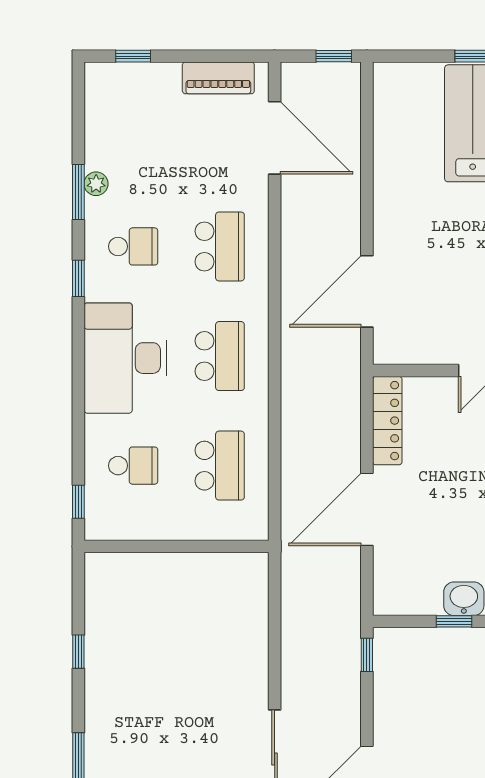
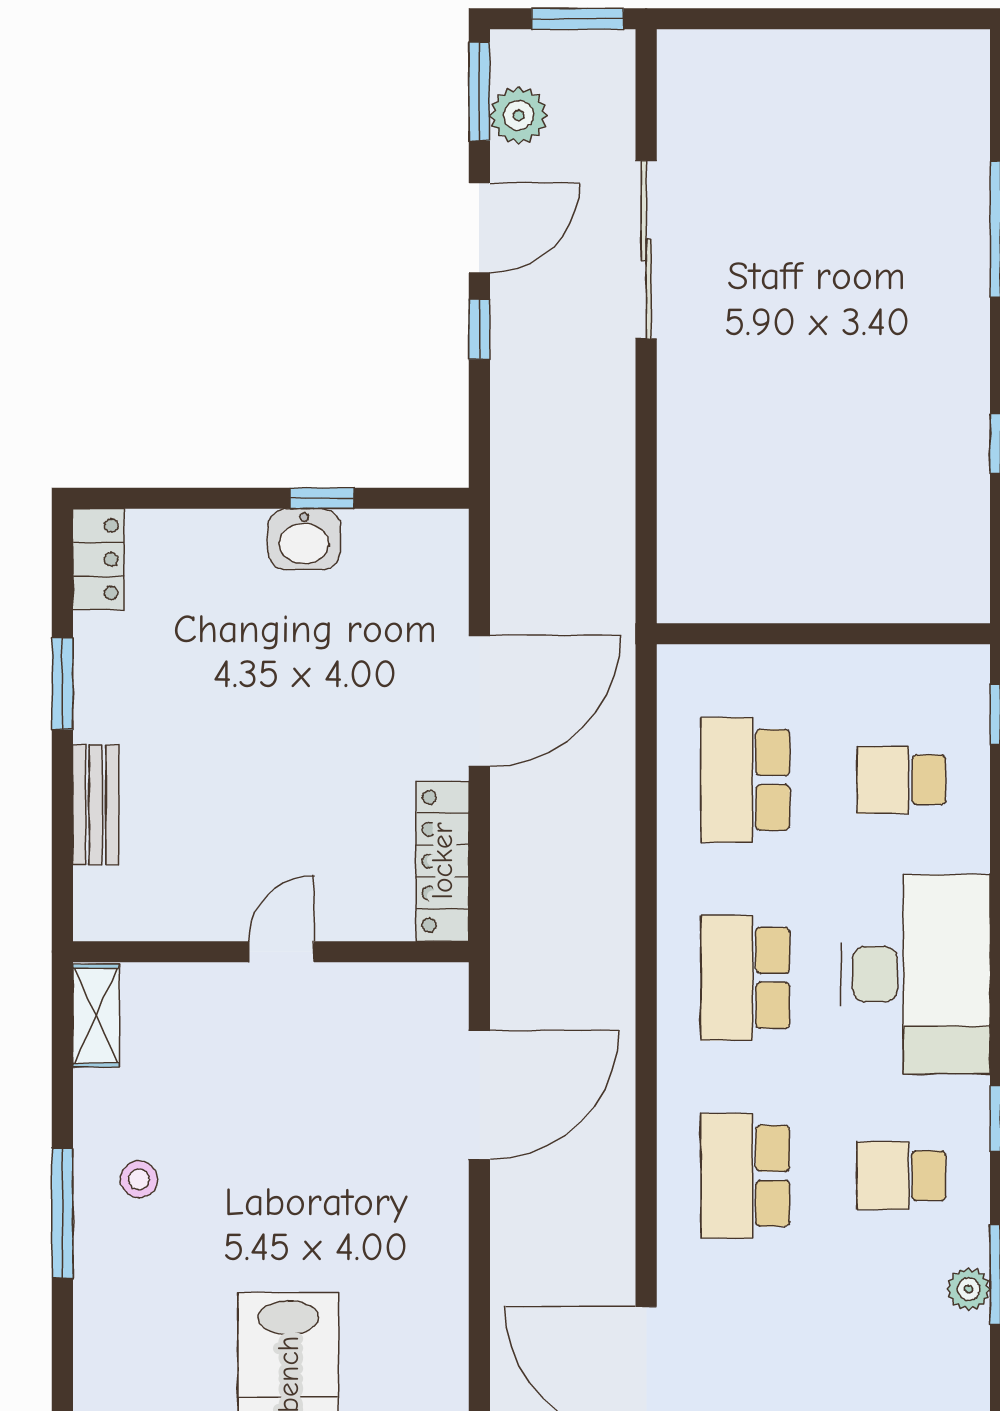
window: (367, 655) -> (479, 329), moved

